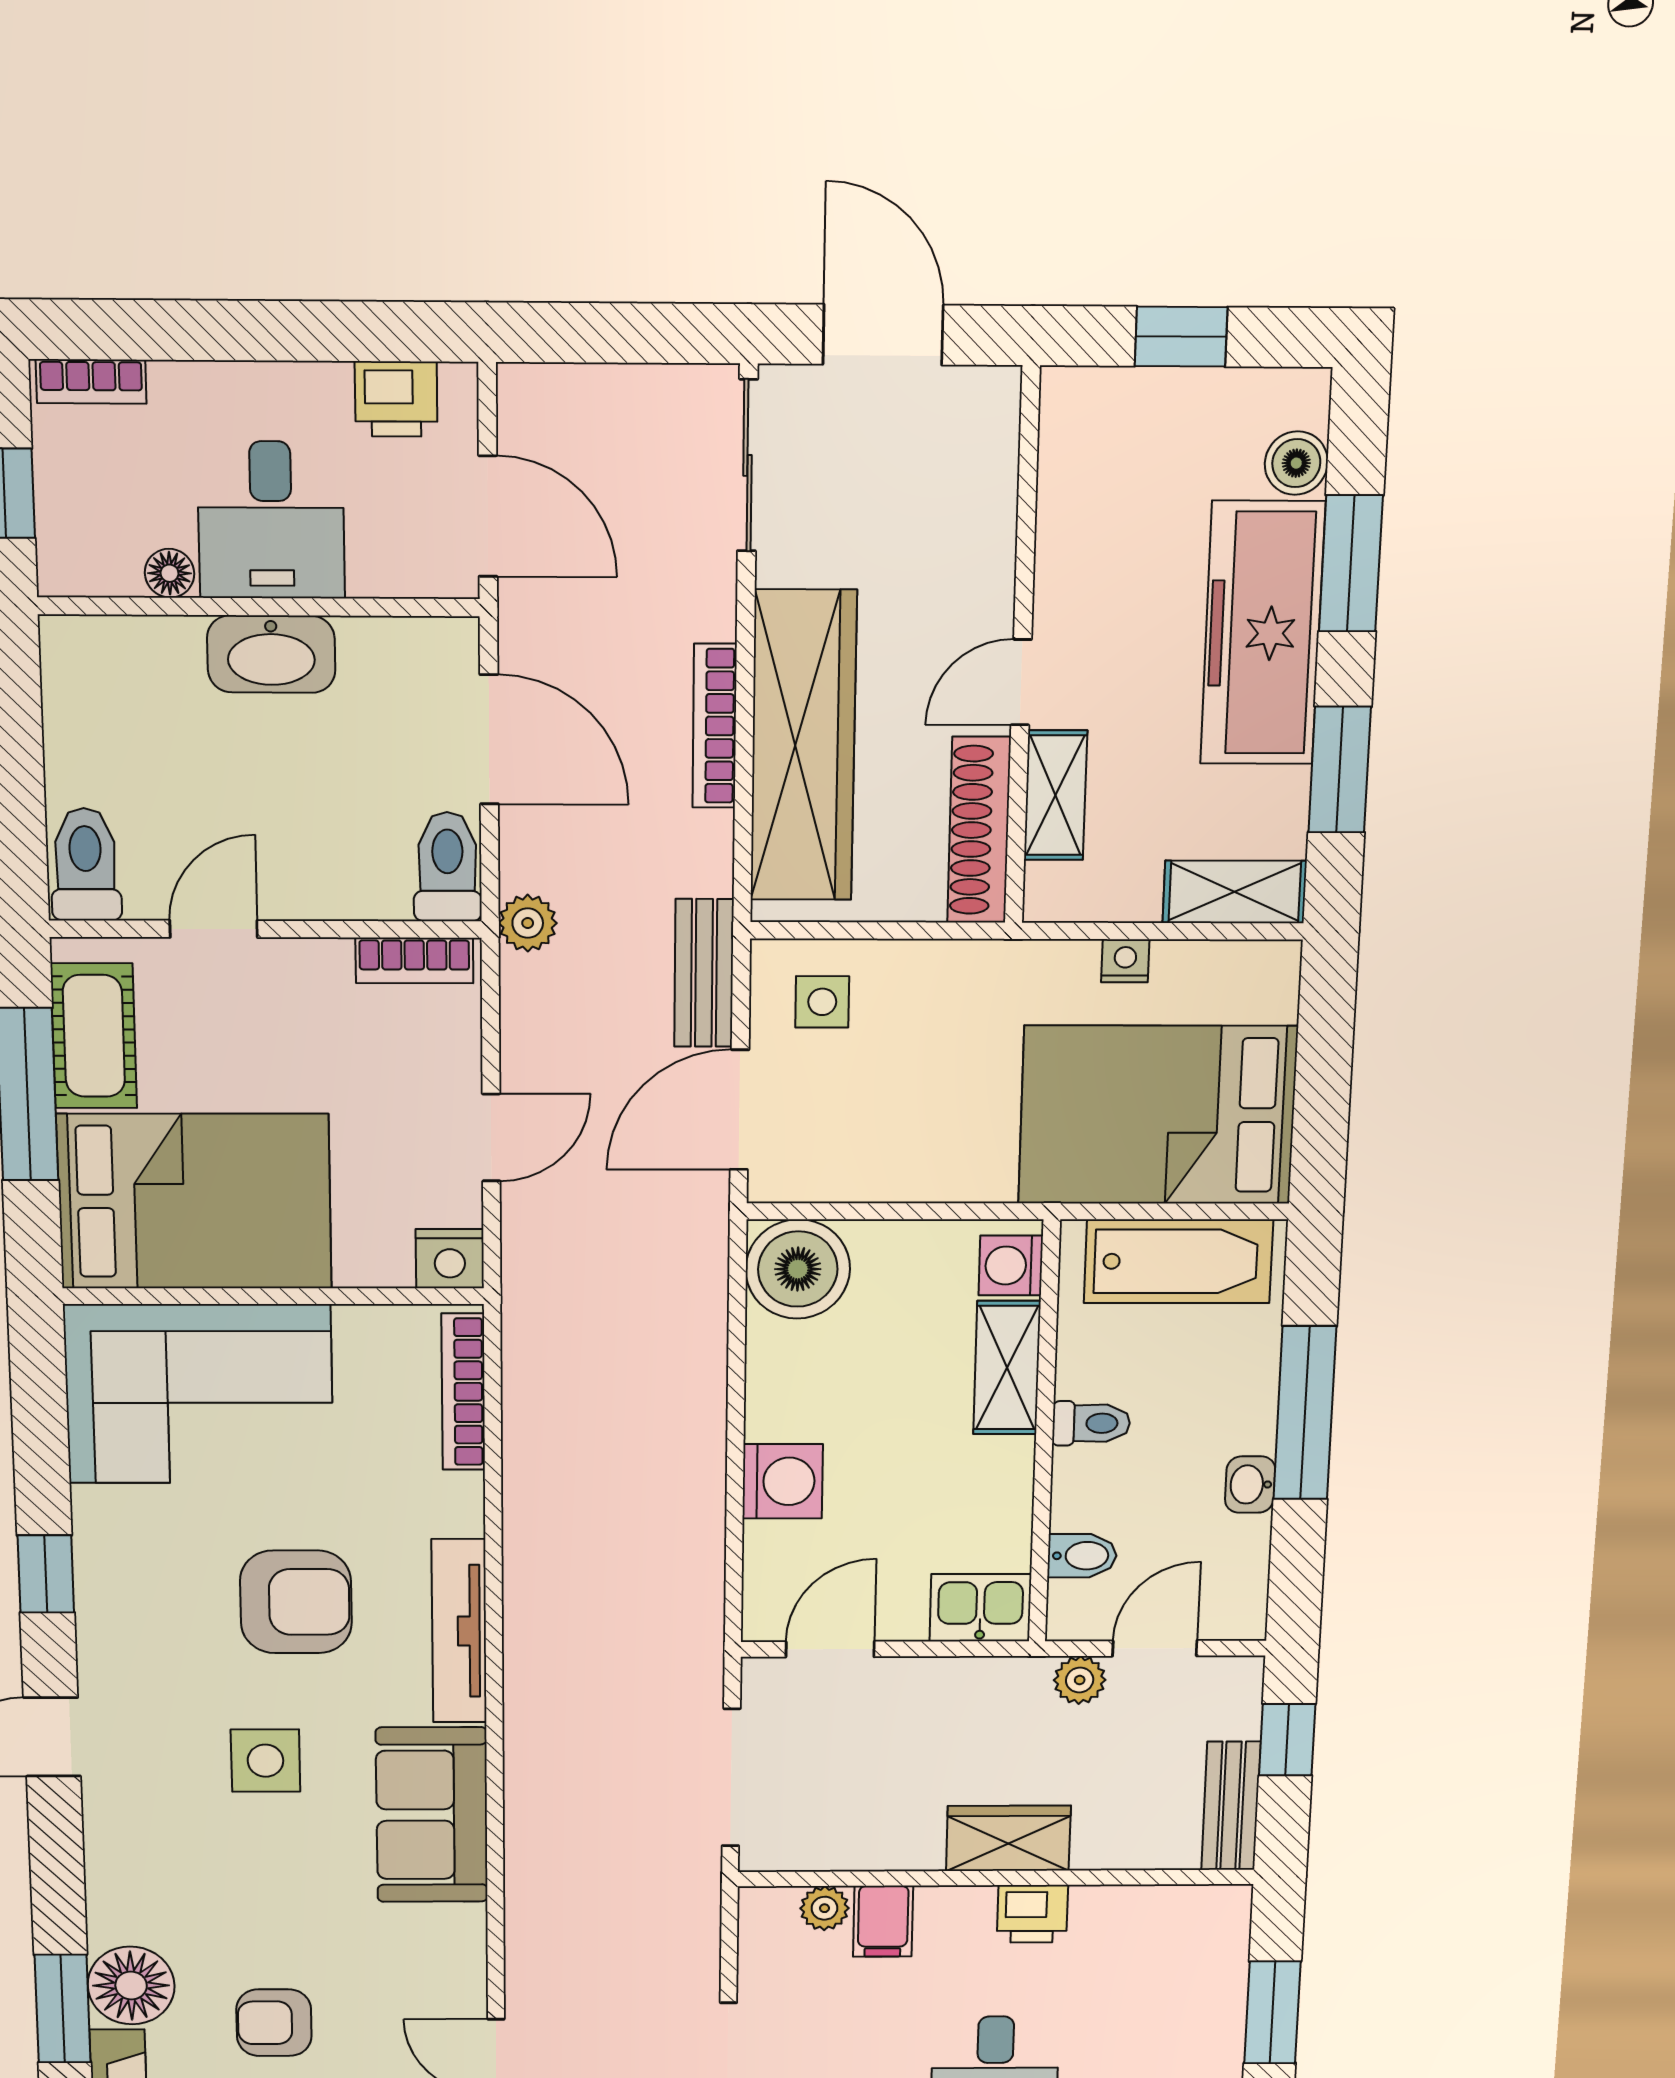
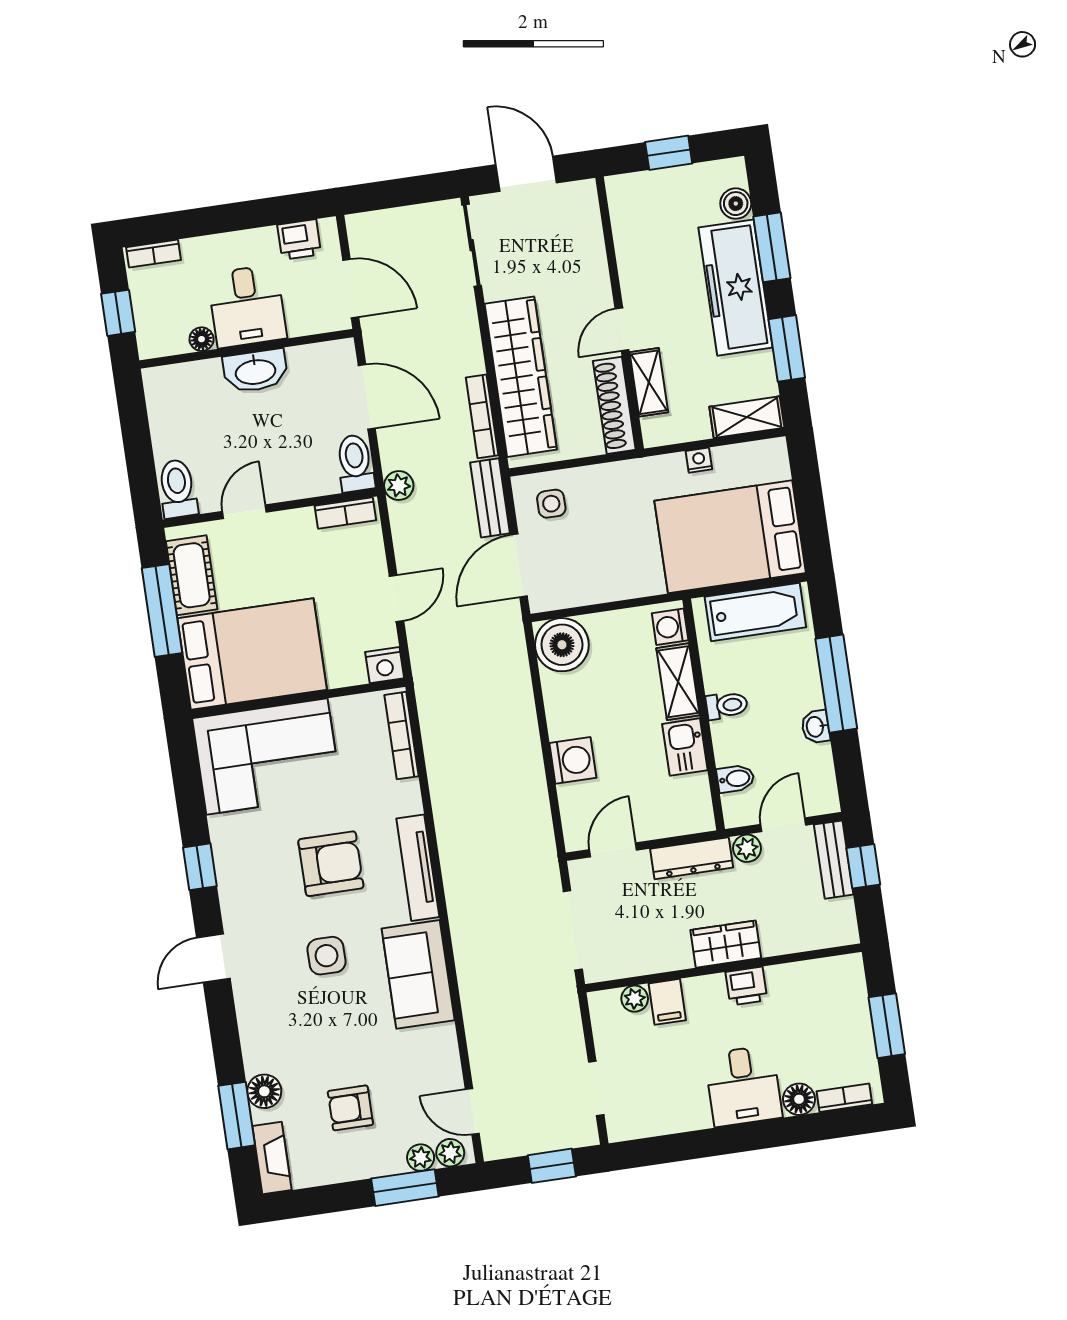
bookcase: (715, 726) -> (482, 416), moved
kitchen sink: (980, 1608) -> (685, 747), moved, turned -90
dresser: (974, 1683) -> (692, 858), added
bench: (1231, 1806) -> (834, 860), moved
floor lamp: (131, 1985) -> (264, 1091), width x0.73, depth x0.73

